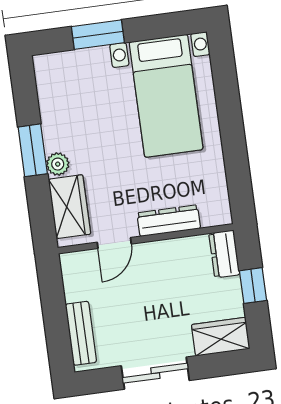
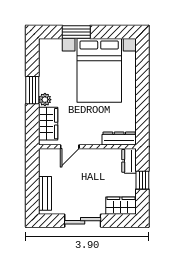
bed with nightstands: (166, 96) -> (99, 70), width x1.36
dresser: (169, 221) -> (119, 139), moved

